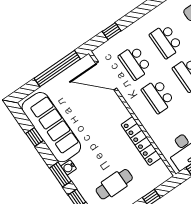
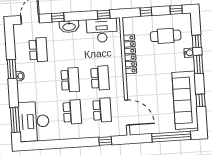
window: (57, 69) -> (171, 137), moved
water cooler: (69, 167) -> (189, 53), moved

